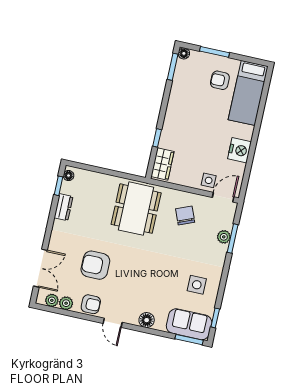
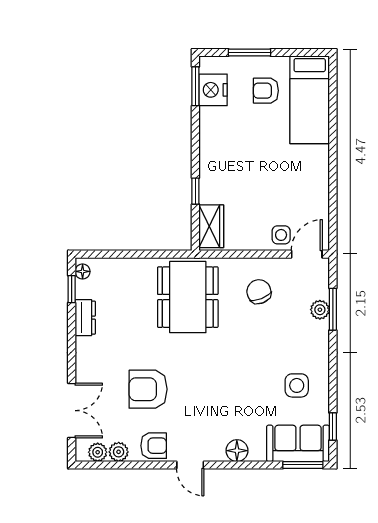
floor lamp: (184, 53) -> (207, 64), removed
nightstand: (240, 150) -> (213, 90), moved, turned 180

